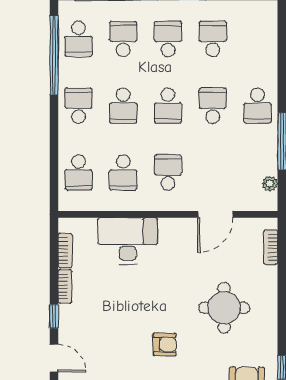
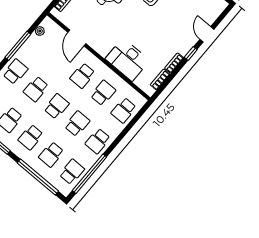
school desk: (78, 172) -> (124, 110), turned 180
door: (215, 214) -> (77, 38), swing flipped

